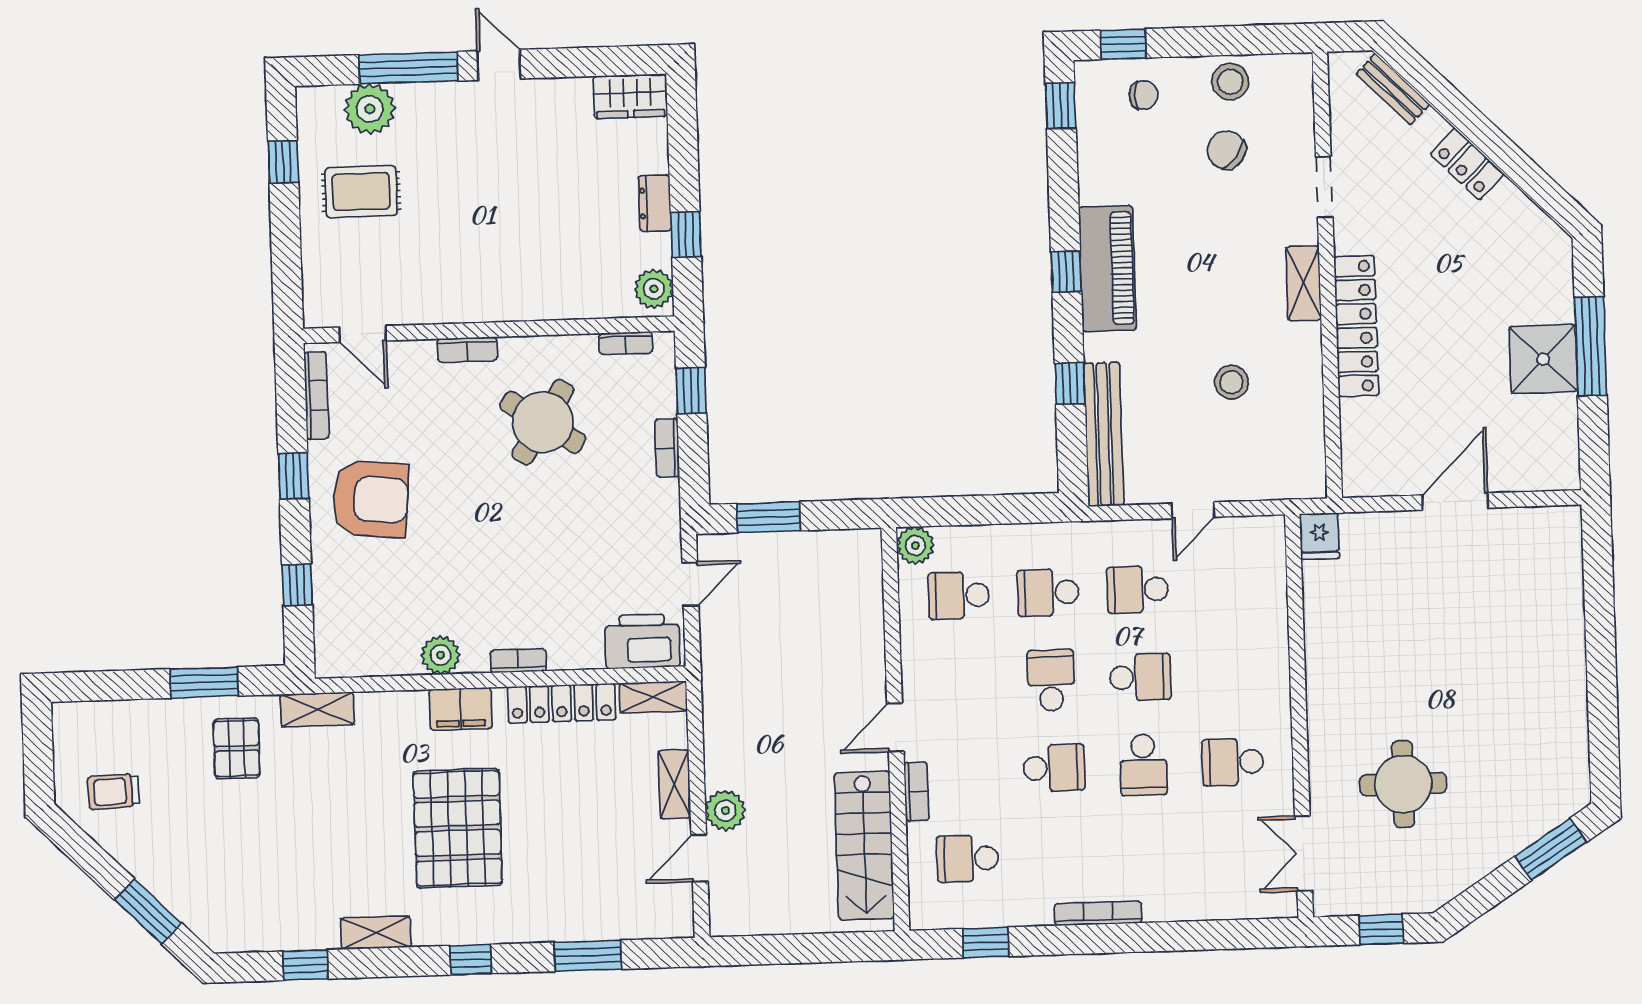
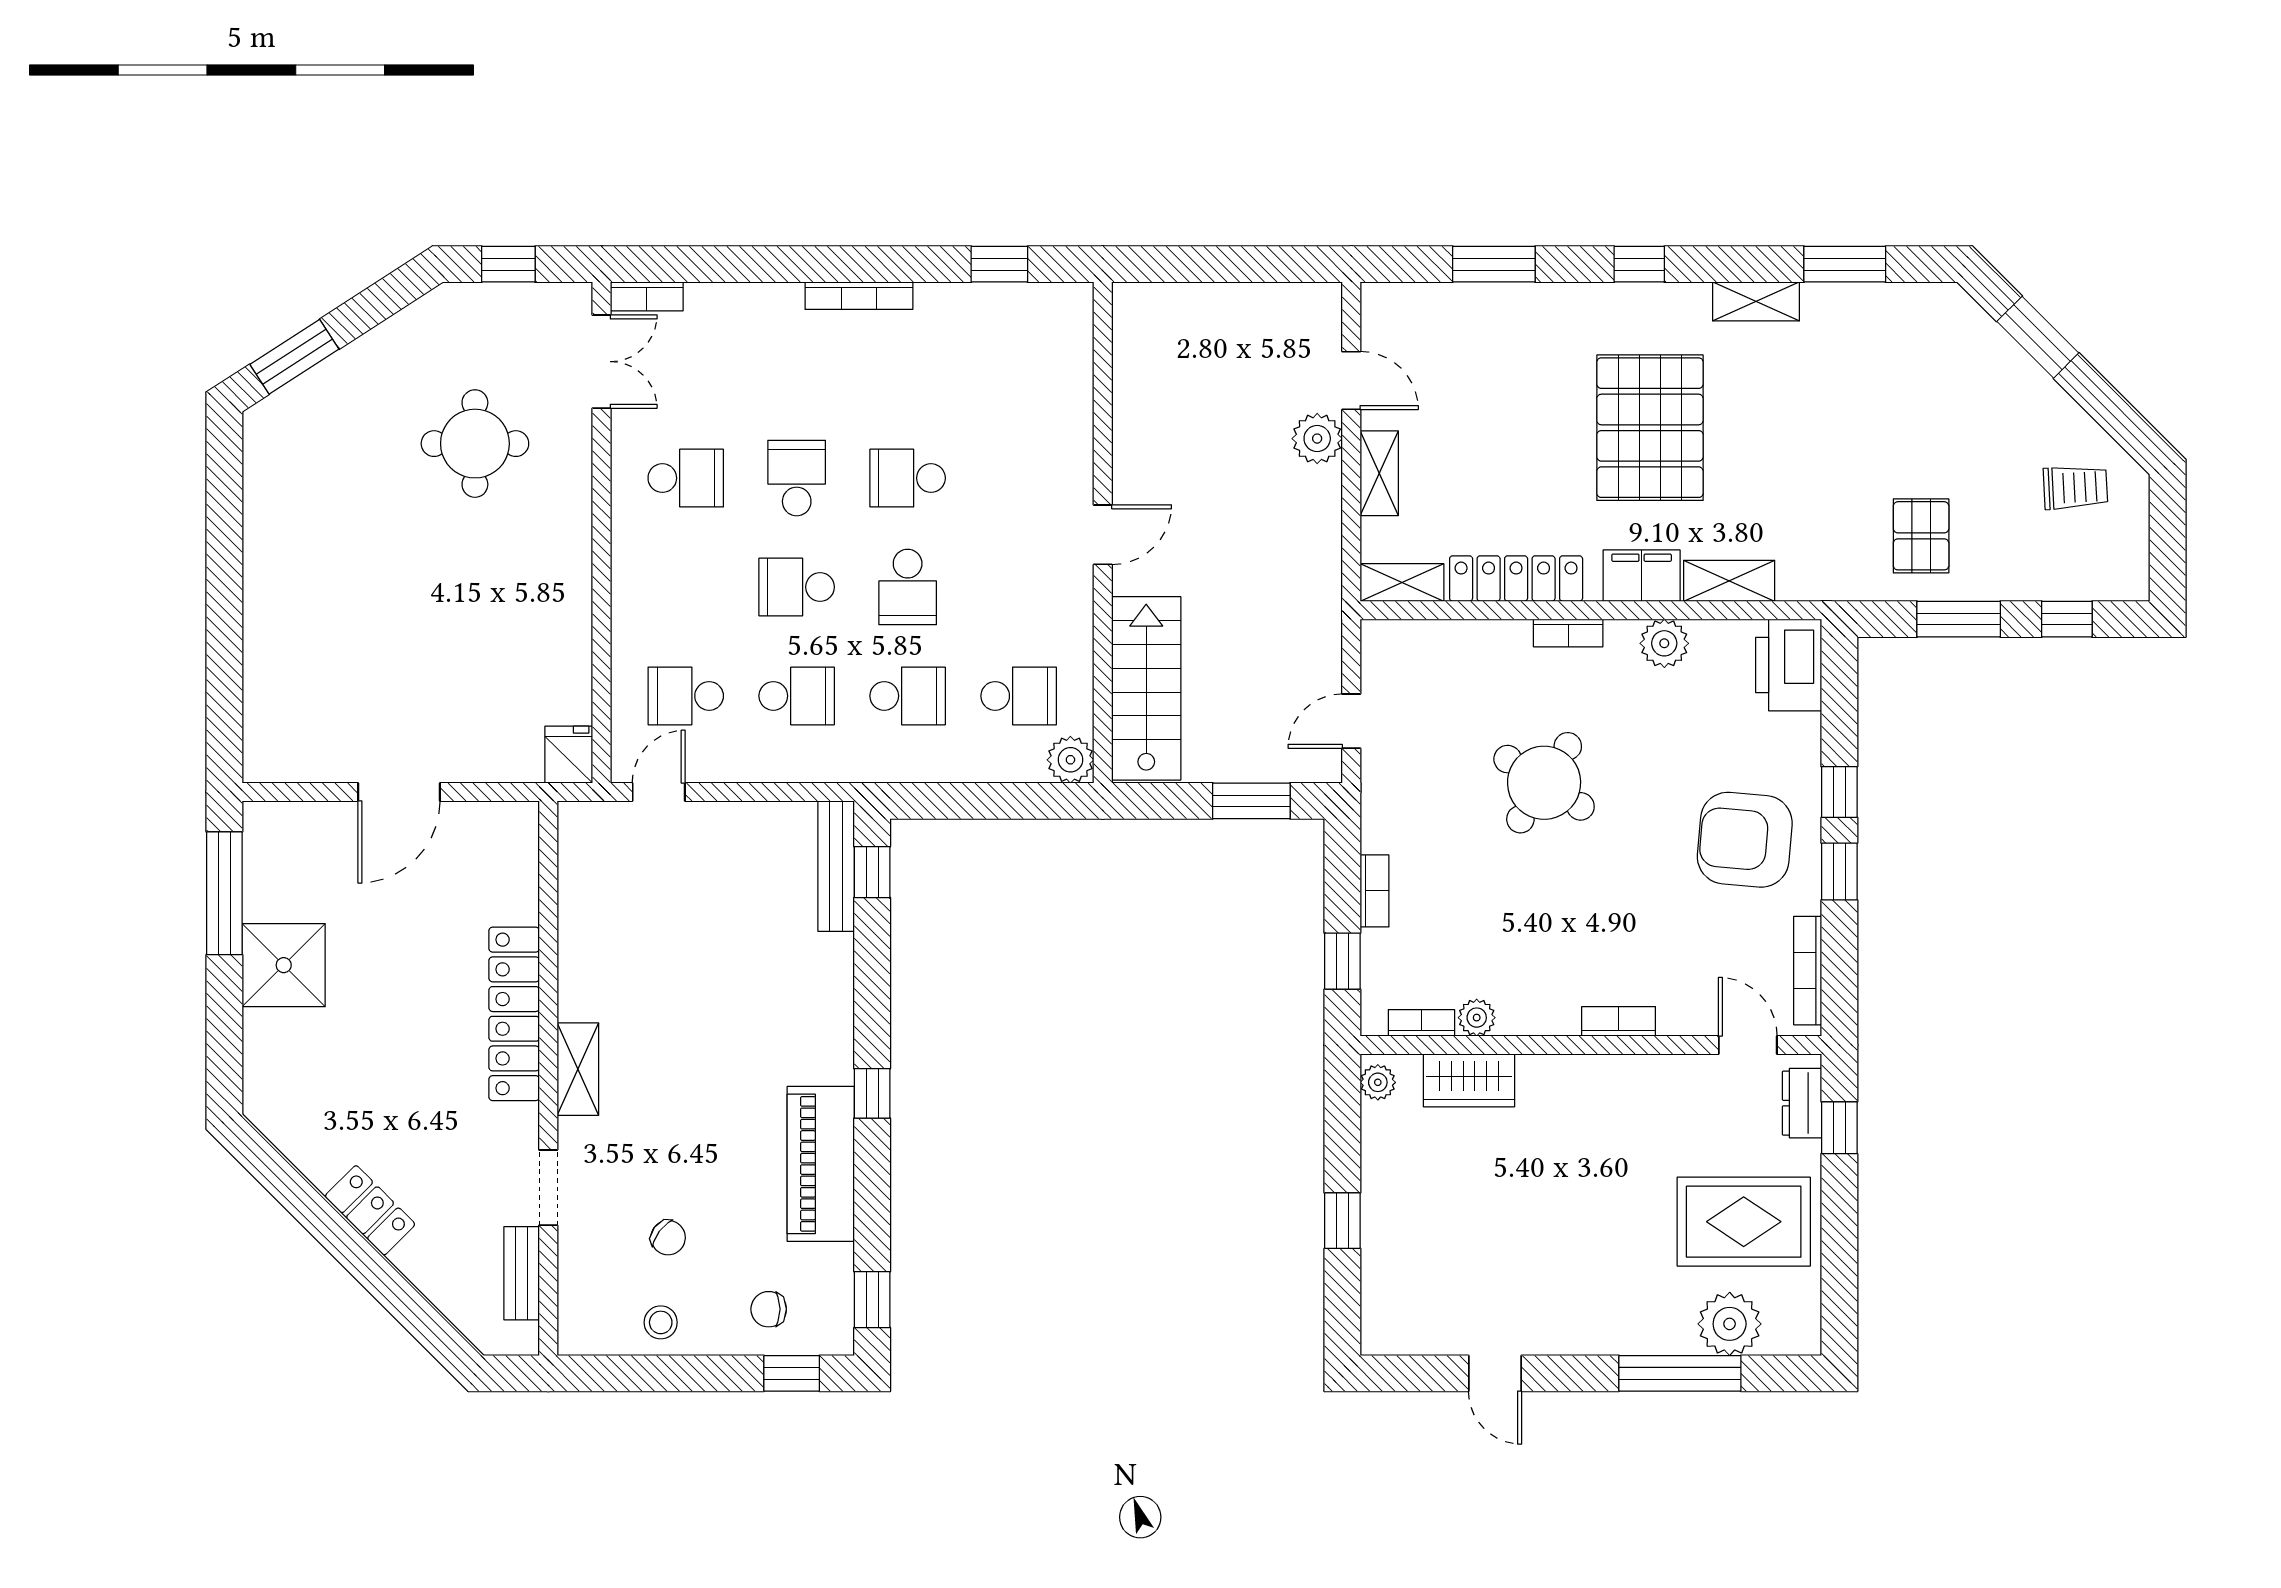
door: (499, 65) -> (1495, 1373), moved
stool: (1230, 82) -> (661, 1322), width x0.73, depth x0.73
bench: (1393, 89) -> (522, 1273), moved, turned 45
wardrobe: (630, 96) -> (1469, 1080), moved, turned 180
chair: (1226, 150) -> (668, 1238), width x0.73, depth x0.73
window: (283, 162) -> (1839, 1128), moved
rug: (361, 192) -> (1744, 1222), width x1.36, depth x1.43
dresser: (655, 203) -> (1802, 1103), moved, turned 180
window: (686, 235) -> (1342, 1221), moved
piano: (1107, 268) -> (821, 1164), moved
plant: (654, 289) -> (1378, 1082), width x0.73, depth x0.73
window: (1591, 346) -> (224, 893), moved
plant: (581, 349) -> (1477, 1018), added
stool: (1231, 382) -> (672, 949), removed
window: (1070, 383) -> (872, 872), moved
round table: (543, 422) -> (1544, 783), moved
bench: (1104, 434) -> (836, 866), width x0.73, depth x0.82
door: (1193, 510) -> (659, 792), moved
window: (297, 585) -> (1839, 792), moved
printer: (642, 641) -> (1789, 665), moved, turned 90
window: (117, 685) -> (2067, 619), added
shelving: (317, 710) -> (1729, 581), moved
bookcase: (916, 791) -> (647, 296), moved, turned -90
stairs: (864, 846) -> (1146, 688), moved
door: (699, 858) -> (1351, 381), hinge flipped
school desk: (968, 858) -> (686, 696), moved, turned 180
window: (305, 965) -> (1845, 264), width x1.50

